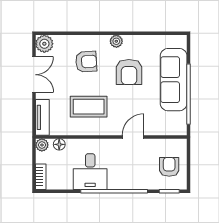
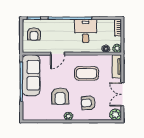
armchair: (129, 72) -> (60, 96), turned 180
sofa: (174, 80) -> (31, 75), moved

